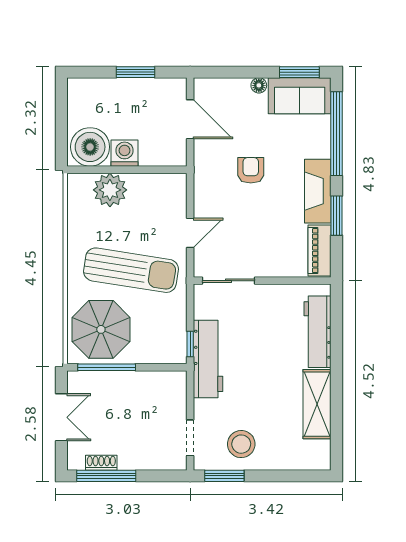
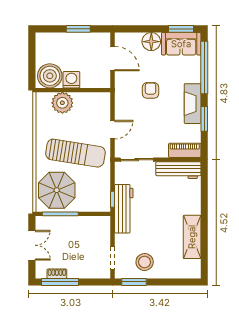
floor lamp: (259, 85) -> (151, 42), width x1.89, depth x1.89
piano: (320, 251) -> (185, 150), moved, turned 90
workbench: (318, 332) -> (178, 170), moved, turned -90

